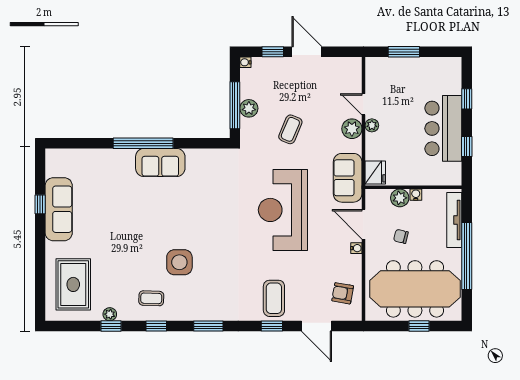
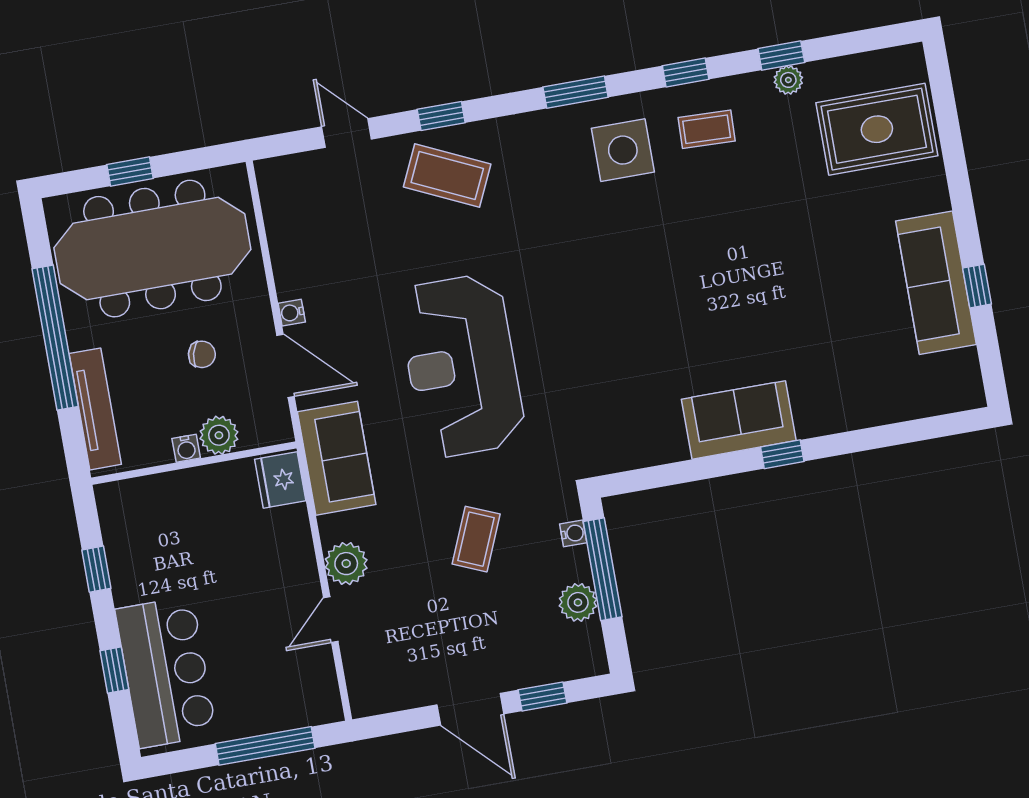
window: (404, 52) -> (265, 746), width x1.44
water cooler: (245, 62) -> (573, 533), moved
door: (364, 104) -> (331, 620), swing flipped
plant: (249, 108) -> (578, 602), moved
plant: (372, 125) -> (305, 578), removed
bar counter: (443, 128) -> (166, 672), moved
window: (143, 143) -> (782, 454), width x0.32
reception desk: (283, 210) -> (461, 366), turned 180
side table: (179, 262) -> (623, 150), moved
rug: (73, 284) -> (877, 129), turned 90
armchair: (343, 293) -> (304, 212), removed
coffee table: (274, 298) -> (447, 176), turned -65
door: (317, 326) -> (347, 133), width x0.73

